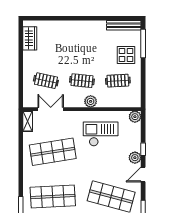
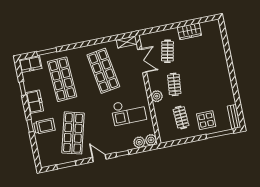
bench: (124, 25) -> (234, 117), width x0.73
wardrobe: (30, 38) -> (189, 31), moved
checkout: (101, 134) -> (129, 112), turned 90
plant: (135, 158) -> (139, 142), moved

